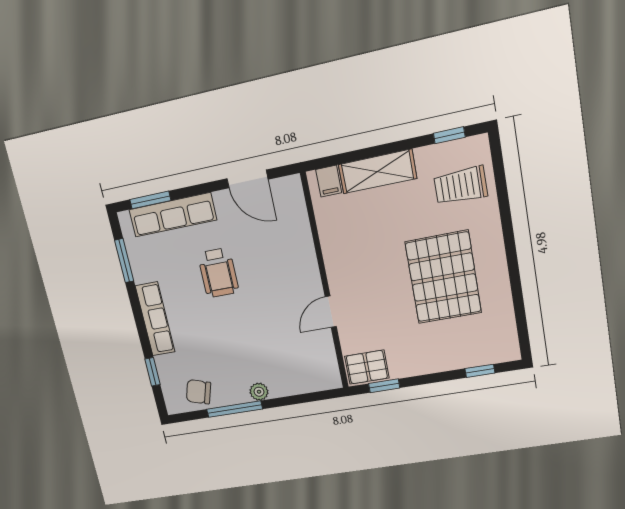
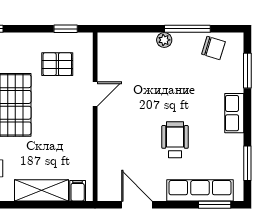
row of seats: (155, 319) -> (234, 113), width x0.68
pallet: (367, 367) -> (57, 64), moved
window: (152, 372) -> (247, 71), width x1.50

